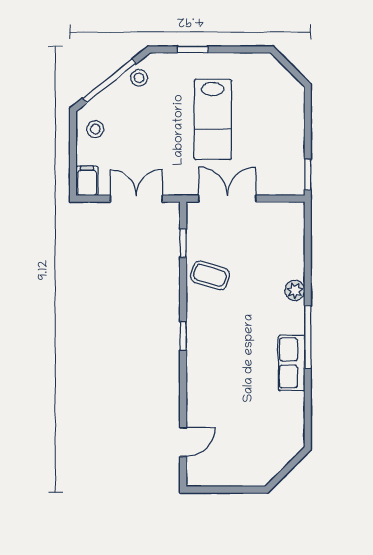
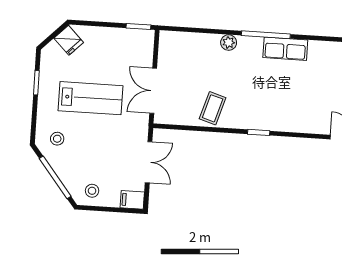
window: (193, 49) -> (36, 83), moved
stool: (139, 78) -> (57, 139), moved
fridge: (284, 87) -> (69, 40), added
double door: (136, 199) -> (149, 162), swing flipped
window: (183, 243) -> (186, 128), removed

